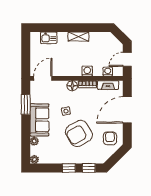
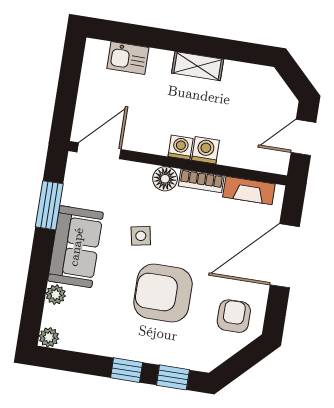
washing machine: (108, 72) -> (181, 147), moved
armchair: (79, 133) -> (163, 293), turned 30

